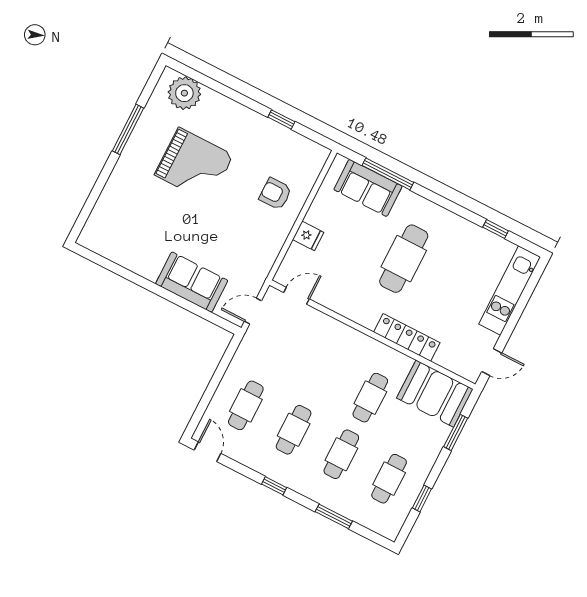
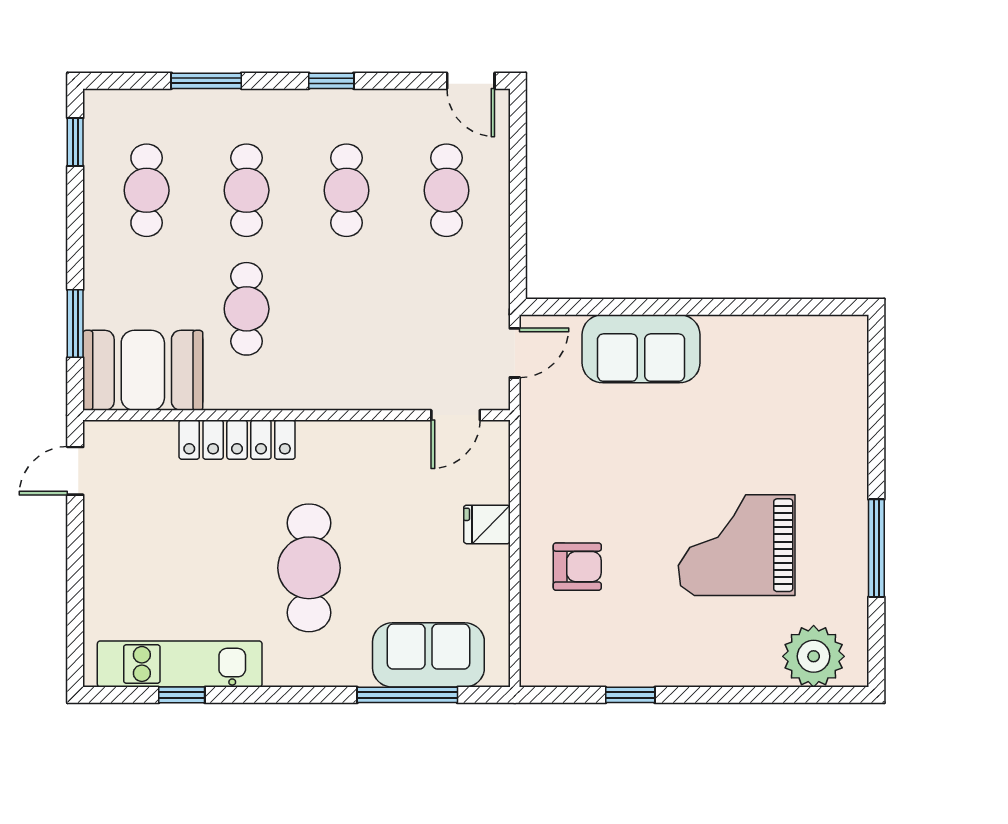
kitchen unit: (510, 290) -> (180, 664), moved, turned -90
window: (422, 498) -> (75, 142), moved

